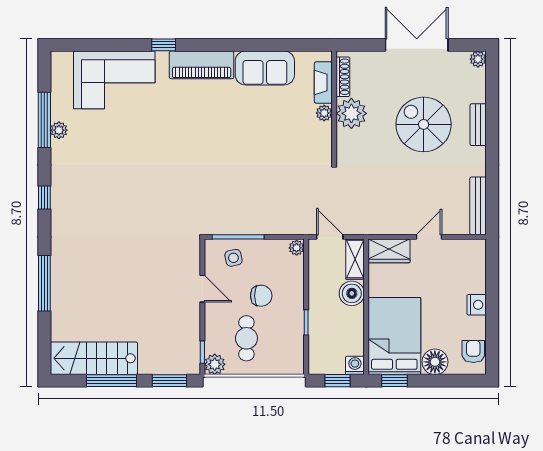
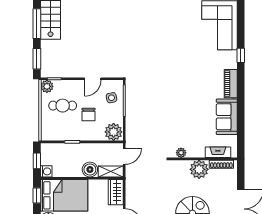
piano: (202, 65) -> (231, 84), width x0.73, depth x0.75
plant: (324, 113) -> (181, 153), moved
plant: (297, 248) -> (114, 132), width x1.88, depth x1.88

